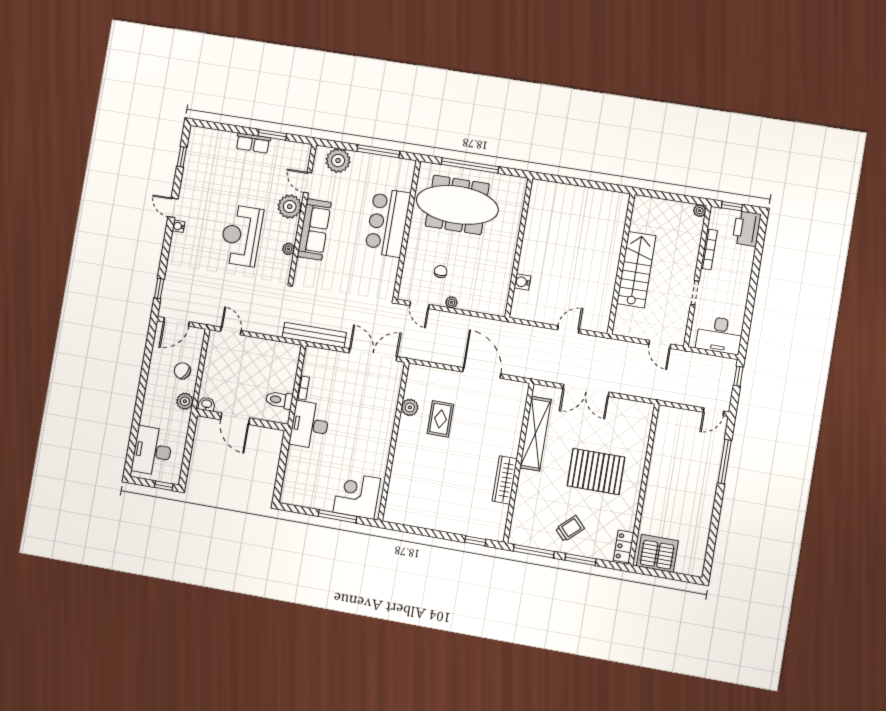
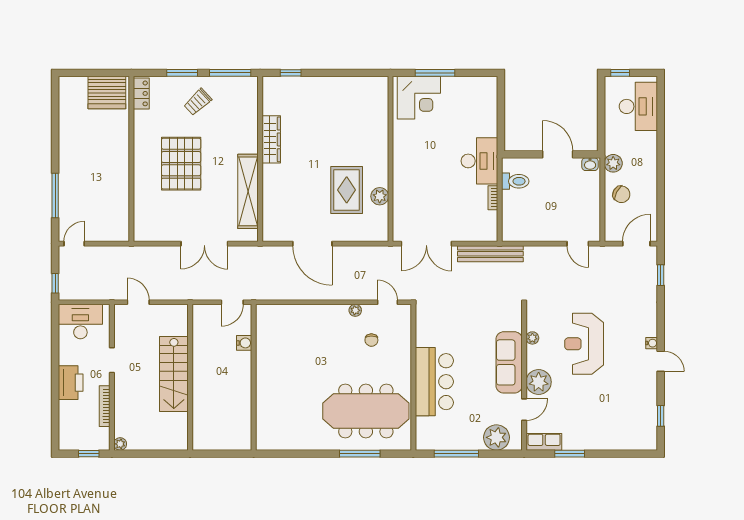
row of seats: (253, 143) -> (544, 442), moved
window: (470, 165) -> (360, 454), width x0.68
door: (308, 183) -> (524, 410), hinge flipped
printer: (747, 228) -> (71, 383), moved
reception desk: (241, 236) -> (584, 344), turned 180
wall: (519, 248) -> (254, 377), moved
water cooler: (522, 282) -> (244, 343), moved
double door: (586, 390) -> (204, 244), swing flipped
rug: (440, 419) -> (347, 190), width x1.36, depth x1.43
pallet: (596, 472) -> (181, 164), turned 90

